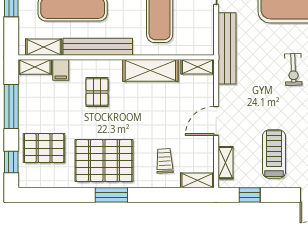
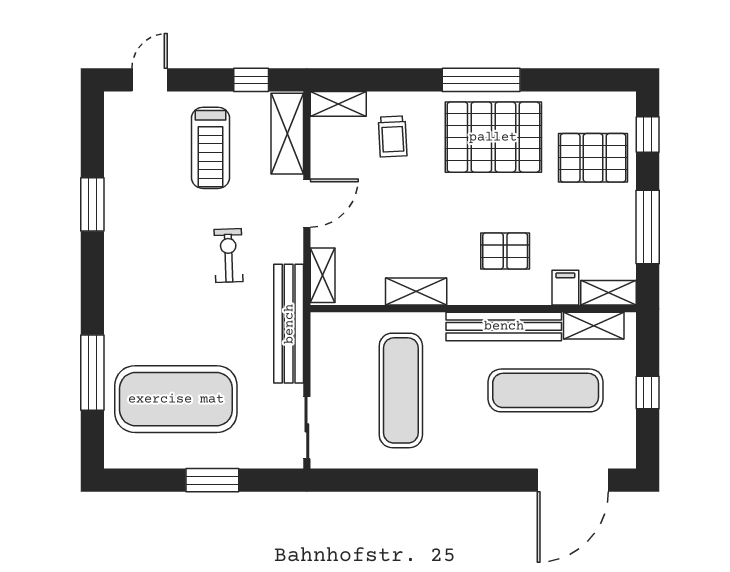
shelving: (198, 67) -> (323, 275), moved, turned 90
shelving: (150, 70) -> (416, 292), width x0.67, depth x0.75
exercise bike: (293, 70) -> (229, 256), moved
pallet: (97, 92) -> (505, 251), turned 90
shelving: (225, 163) -> (287, 134), width x1.50, depth x1.33
window: (111, 195) -> (481, 80), width x1.44

